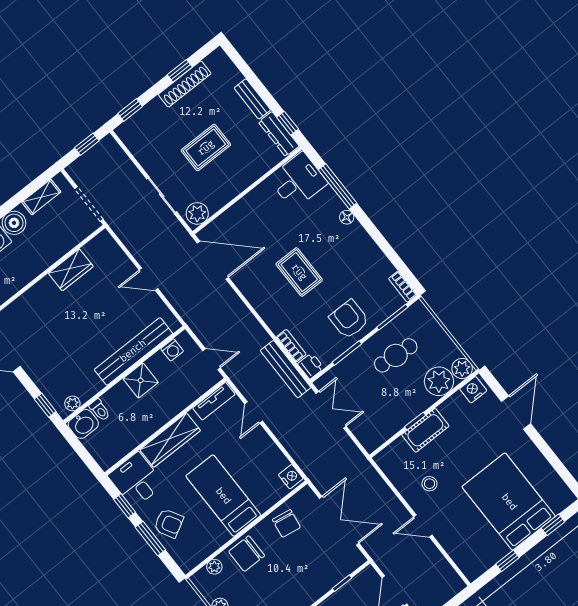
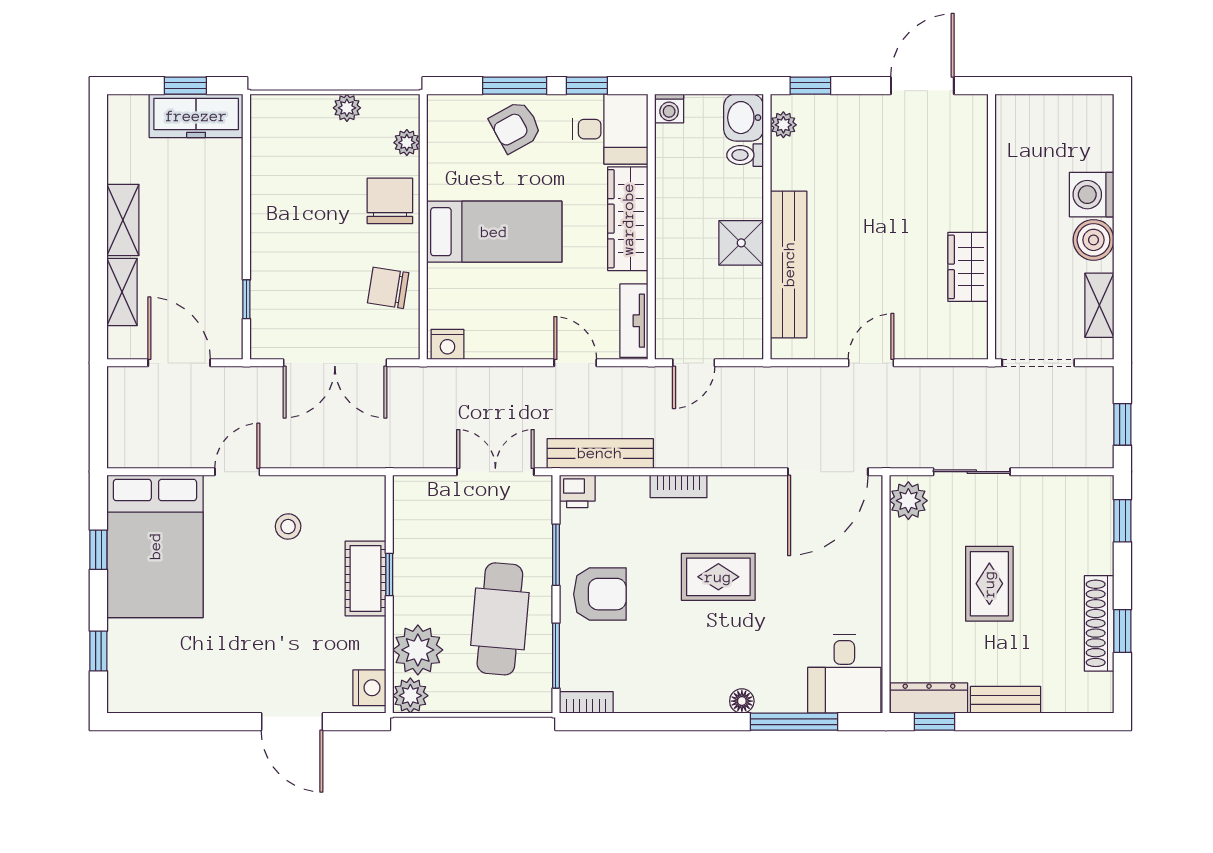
bookcase: (291, 346) -> (679, 486), moved
washing machine: (172, 350) -> (669, 108), moved, turned -90
cafe table: (396, 355) -> (500, 619), width x1.37, depth x1.35
double door: (331, 410) -> (495, 472), swing flipped
bed: (509, 502) -> (155, 546), moved, turned 90

